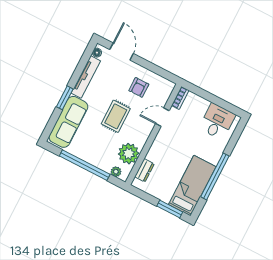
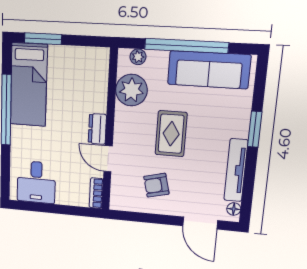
armchair: (139, 87) -> (156, 185), turned -104
door: (162, 117) -> (108, 159), swing flipped
sofa: (68, 122) -> (209, 70), moved, turned -90
dresser: (144, 170) -> (97, 129), moved

